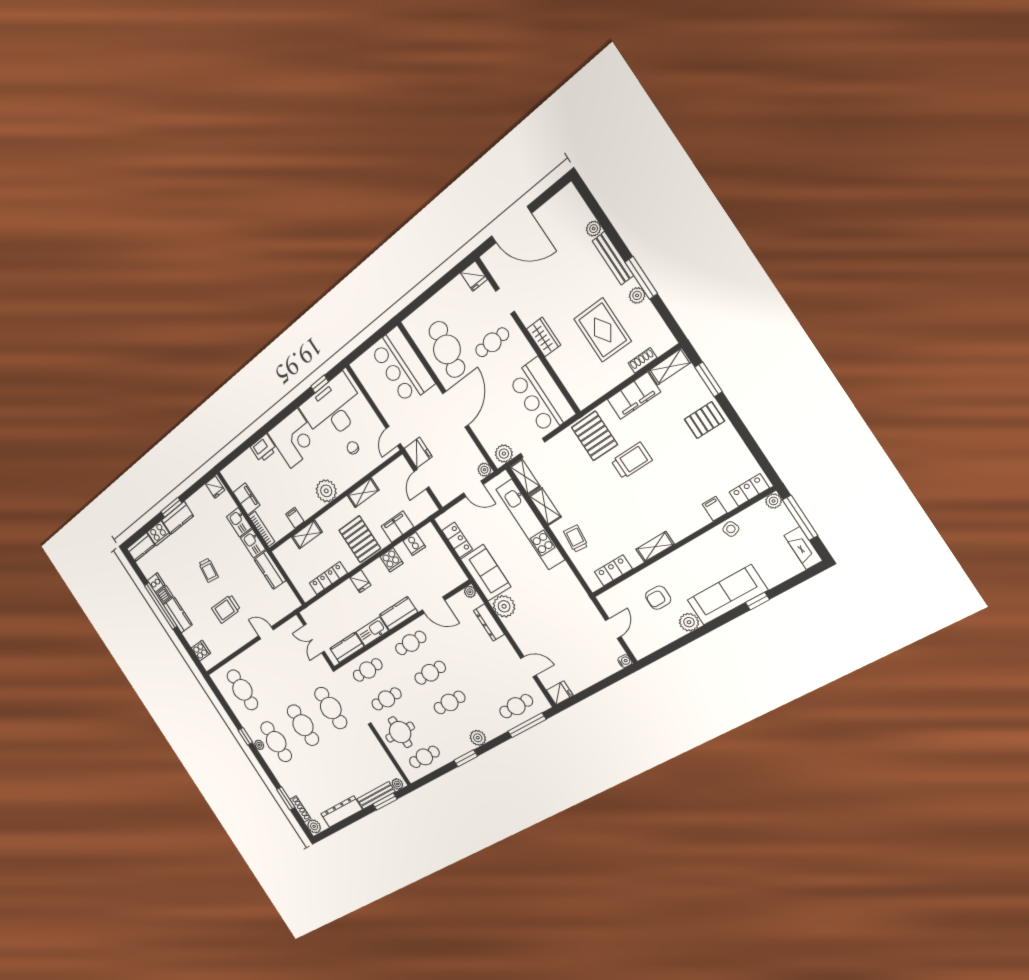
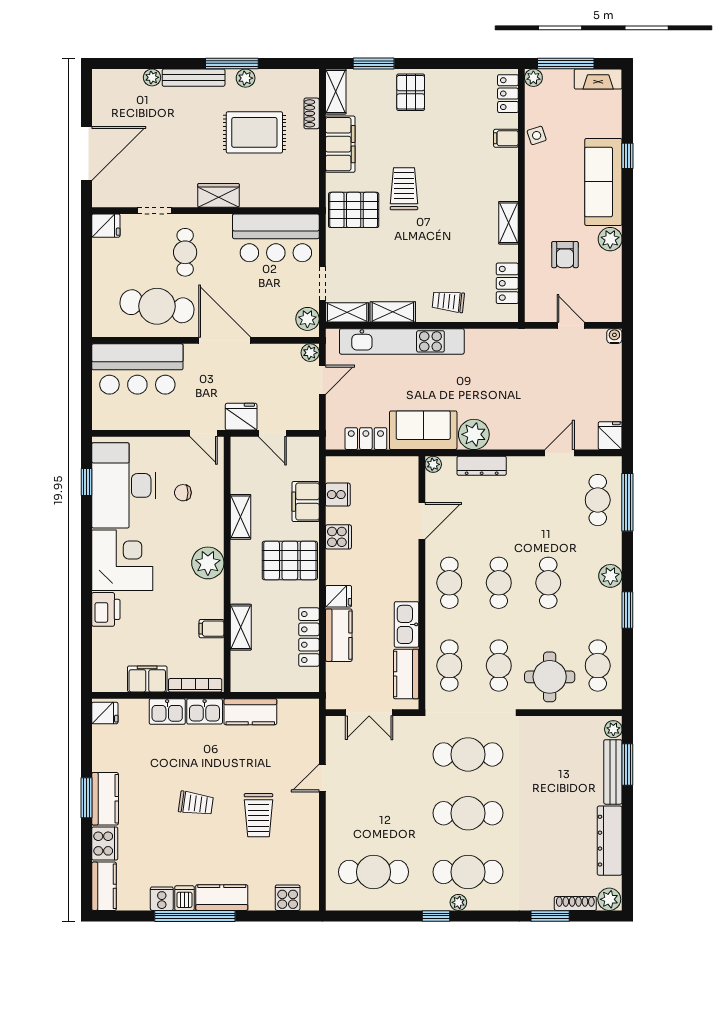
kitchen counter: (398, 613) -> (339, 635), moved, turned 180

